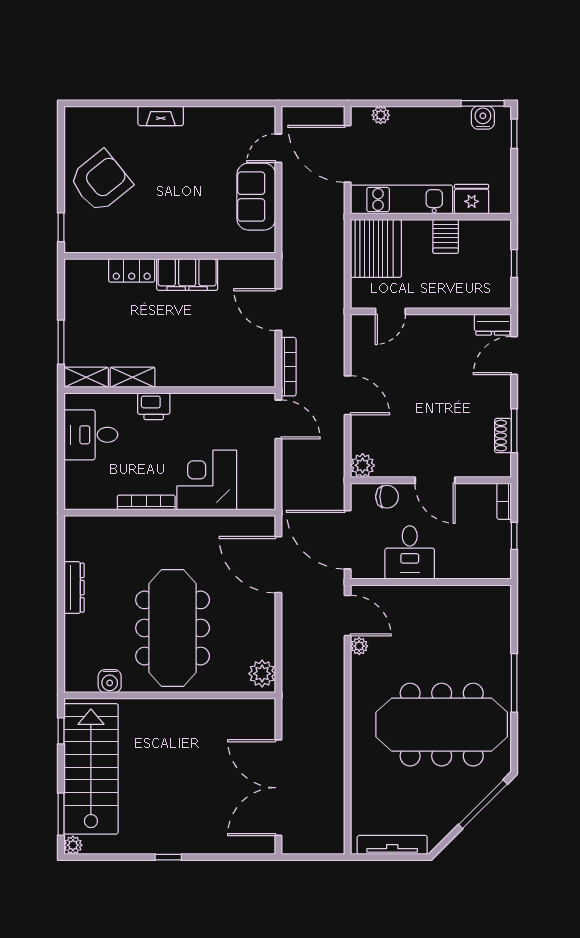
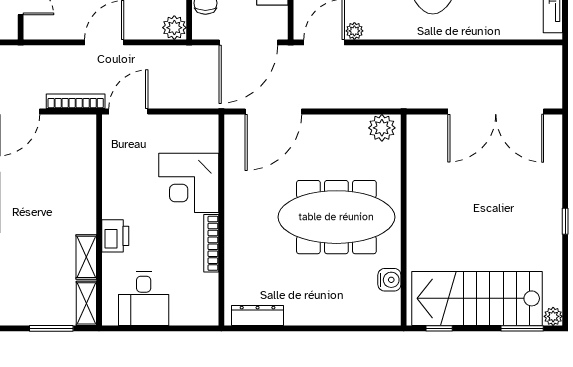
dresser: (74, 588) -> (258, 315), moved

